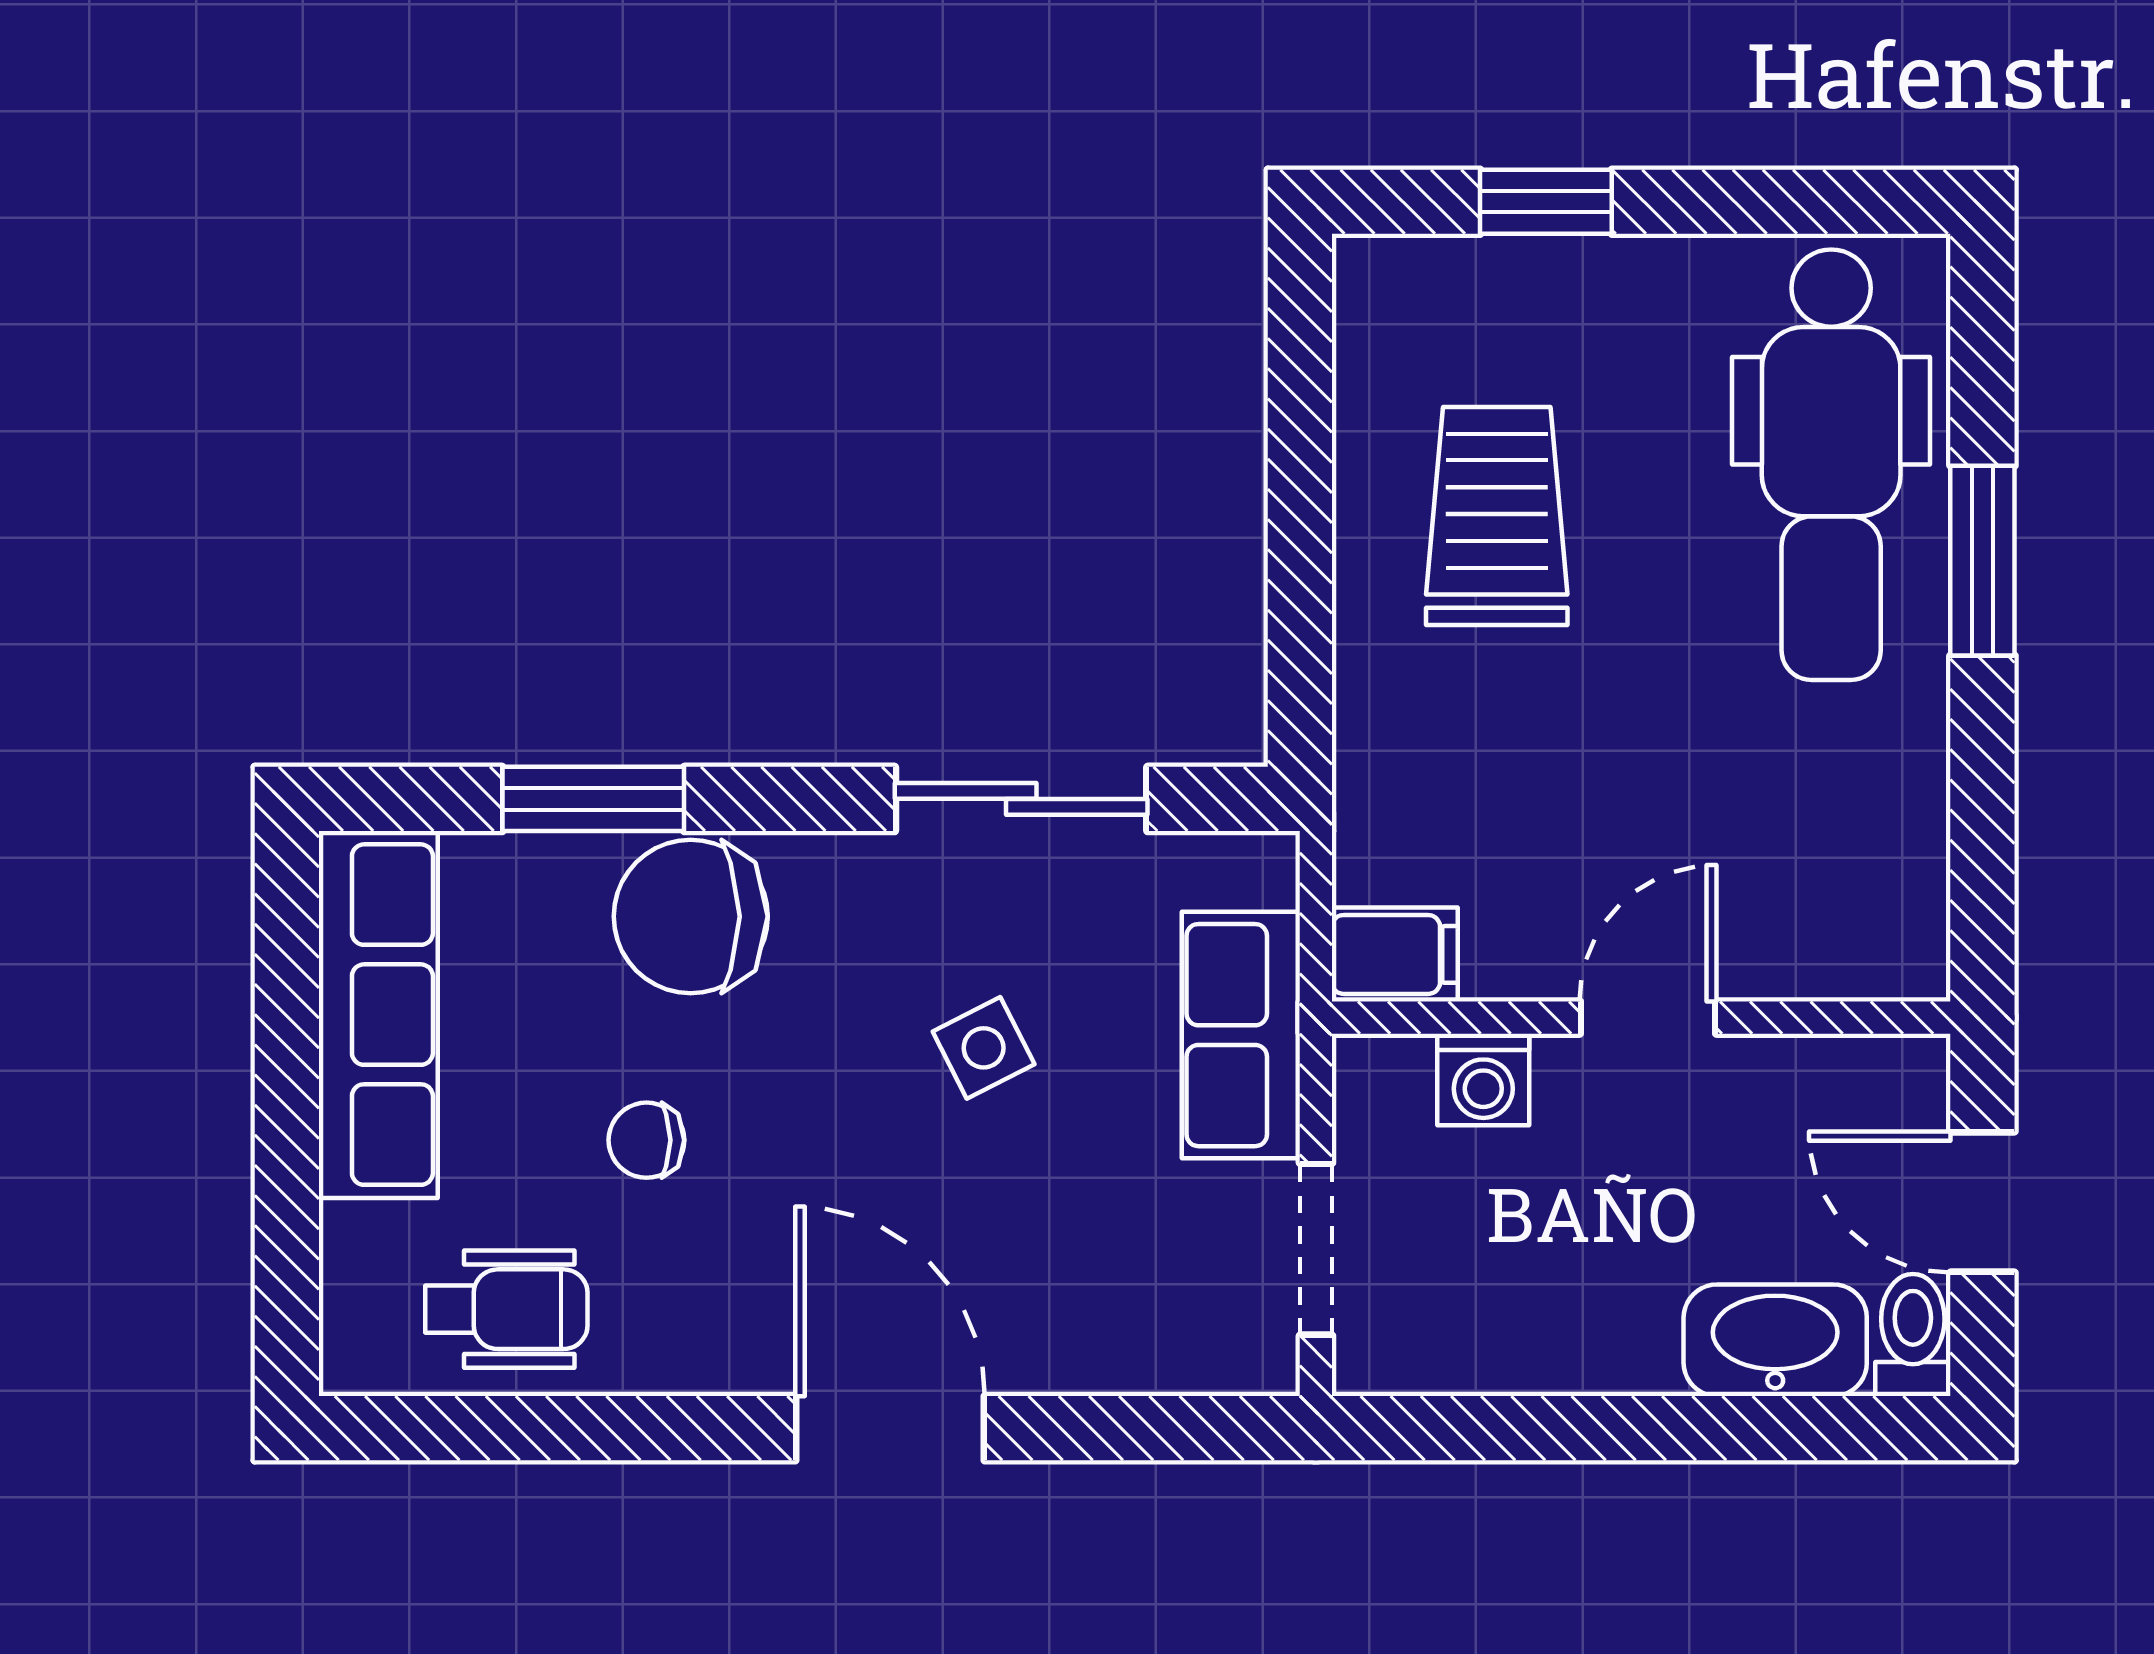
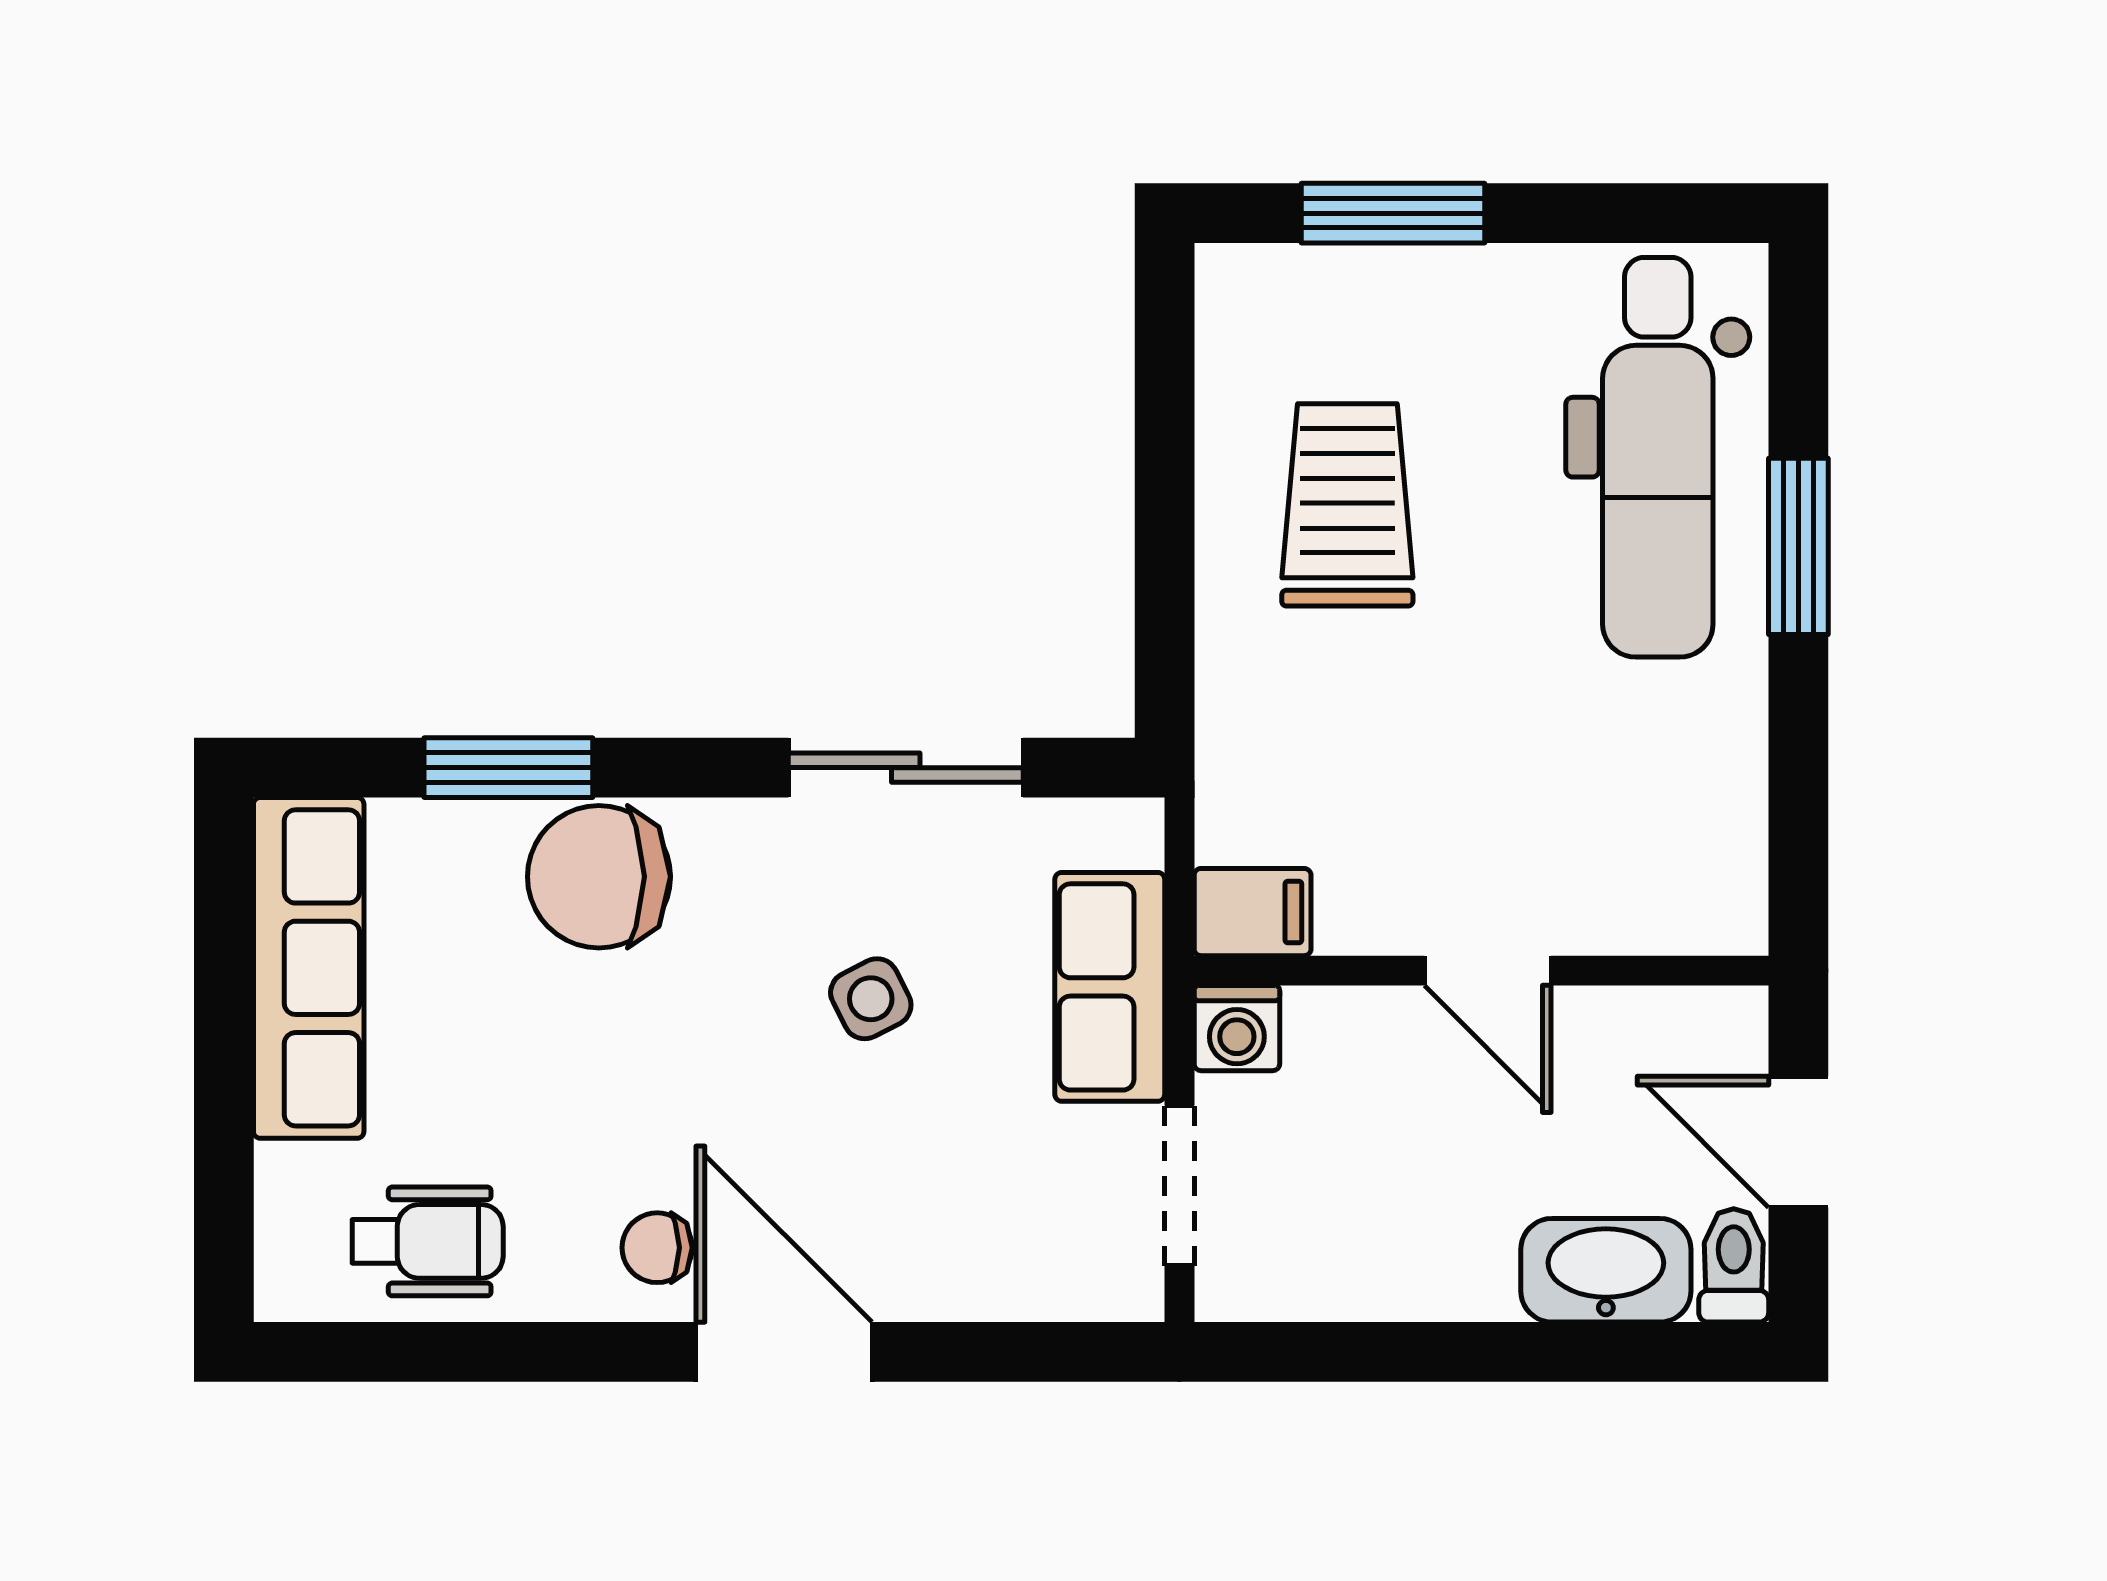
window: (1546, 202) -> (1393, 213), width x1.50
door: (1648, 1018) -> (1488, 971), swing flipped
washing machine: (1483, 1080) -> (1237, 1028), moved
chair: (646, 1140) -> (657, 1248), moved

